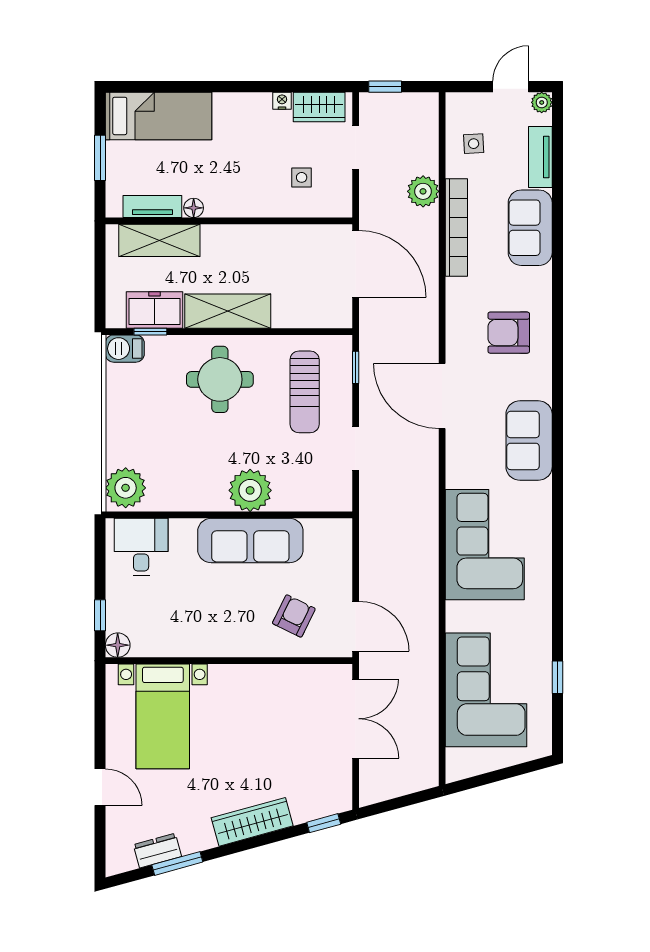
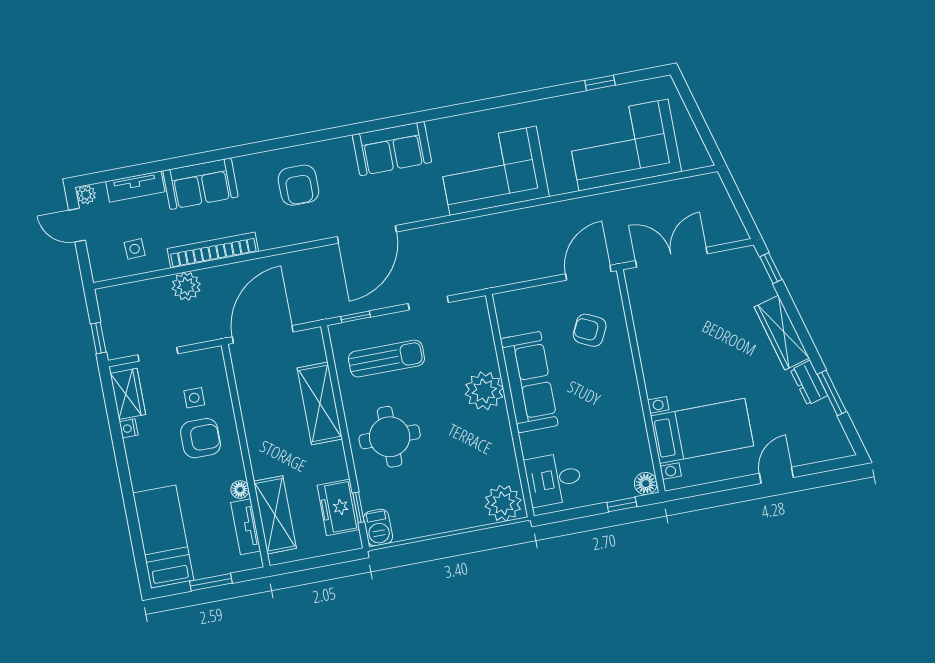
armchair: (257, 176) -> (201, 438), added
shelving: (228, 311) -> (320, 403), moved
dresser: (157, 851) -> (809, 383), moved

